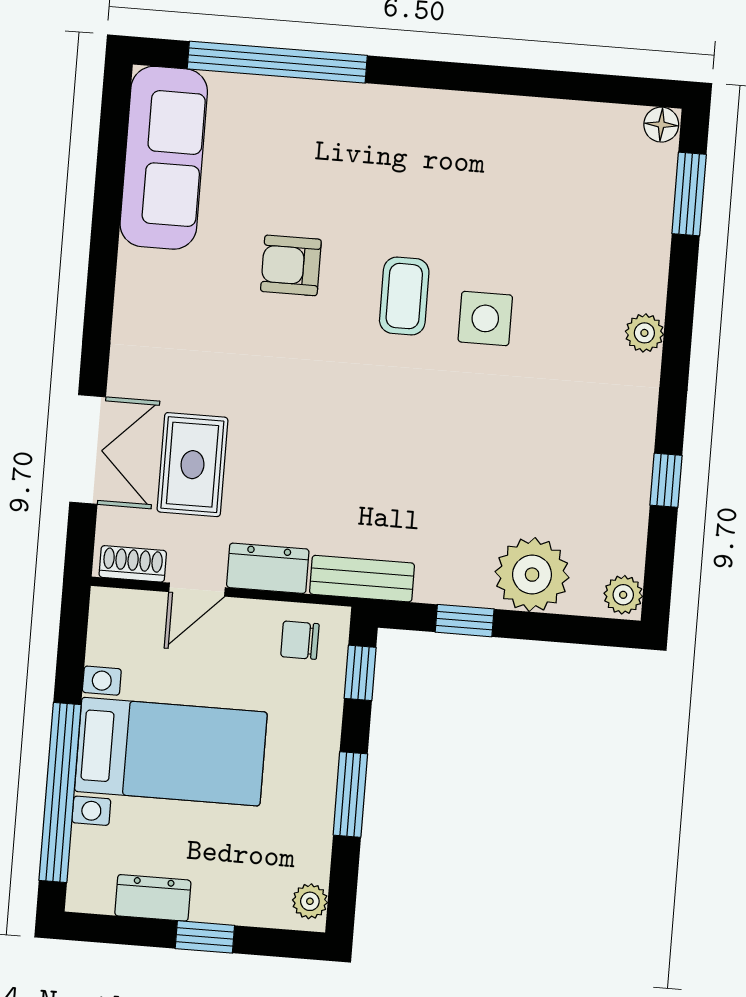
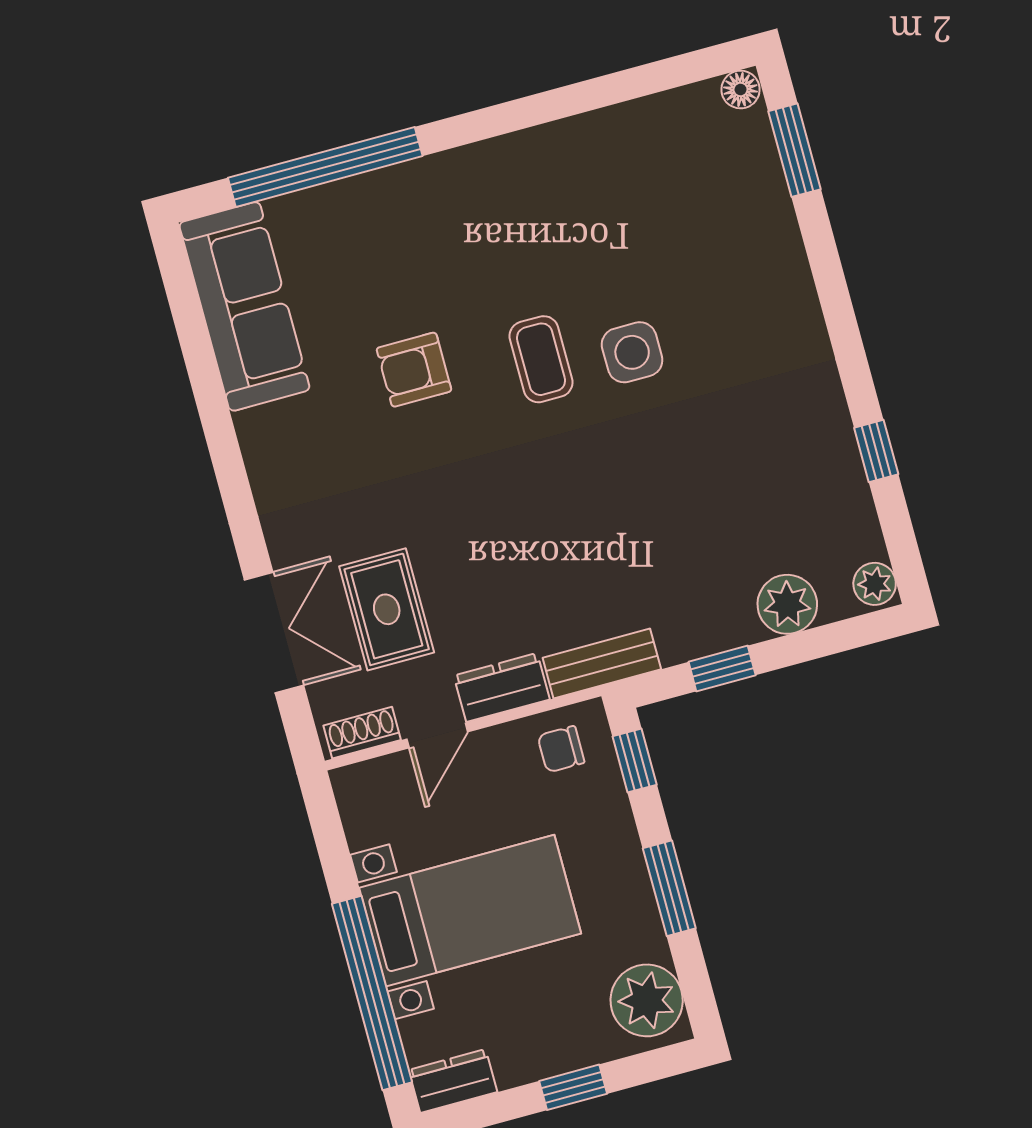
plant: (644, 333) -> (800, 309), removed
plant: (532, 575) -> (787, 604), width x0.73, depth x0.73
dresser: (153, 898) -> (453, 1081), moved
plant: (310, 901) -> (647, 1000), width x1.88, depth x1.88

